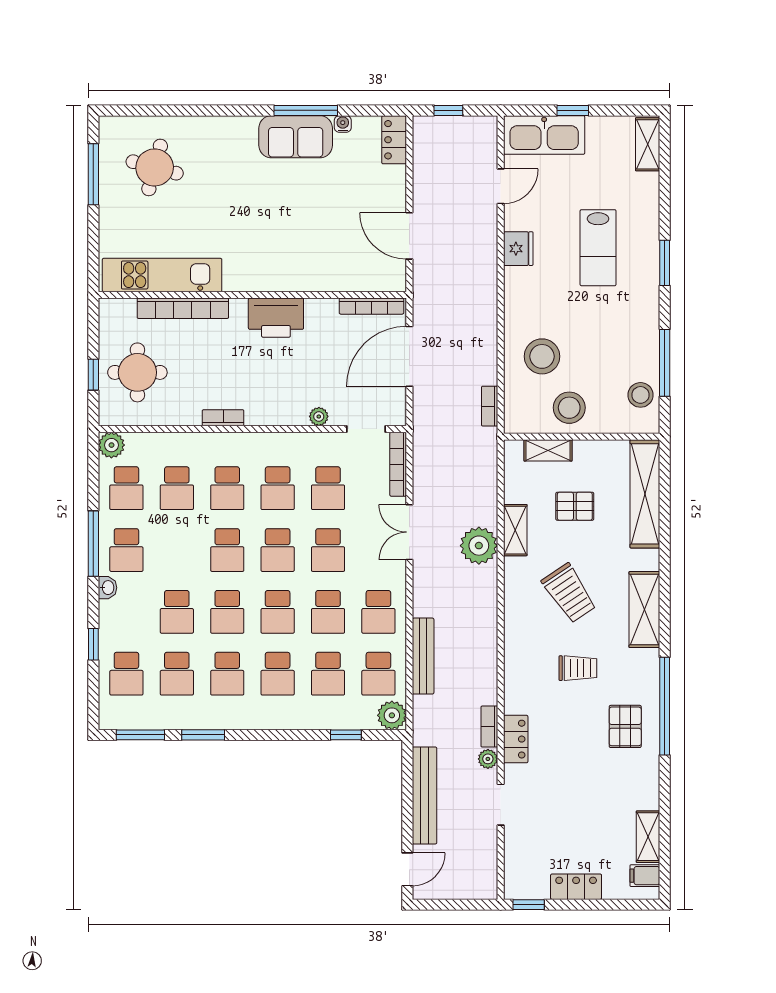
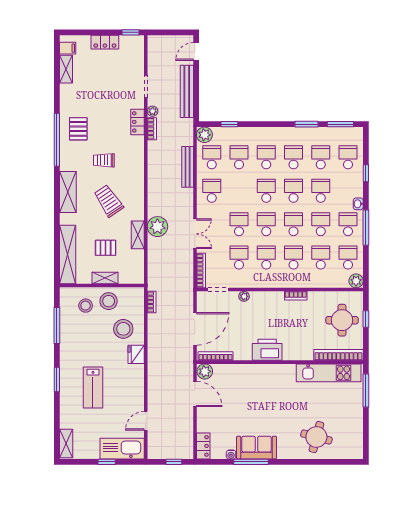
round table: (155, 167) -> (316, 437), moved
window: (93, 174) -> (366, 391), moved
lab bench: (598, 248) -> (93, 388), turned 180
fridge: (518, 249) -> (136, 354), moved
plant: (391, 278) -> (205, 371), added
bookcase: (183, 308) -> (338, 355), moved
stool: (640, 395) -> (86, 306), moved
shelving: (548, 450) -> (105, 278), moved
school desk: (328, 612) -> (321, 224), moved

